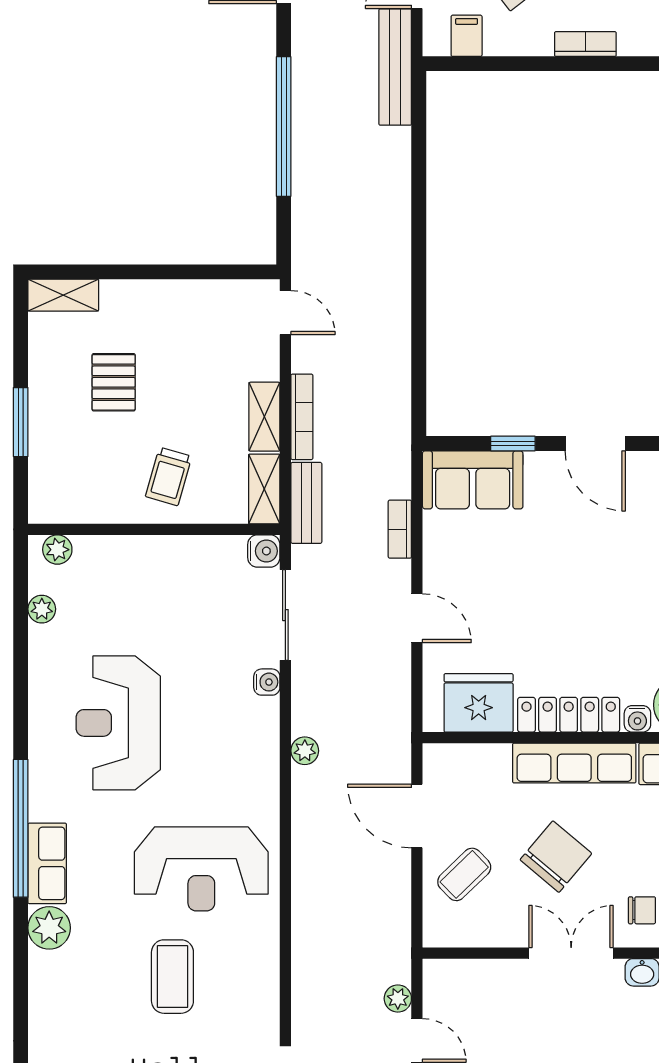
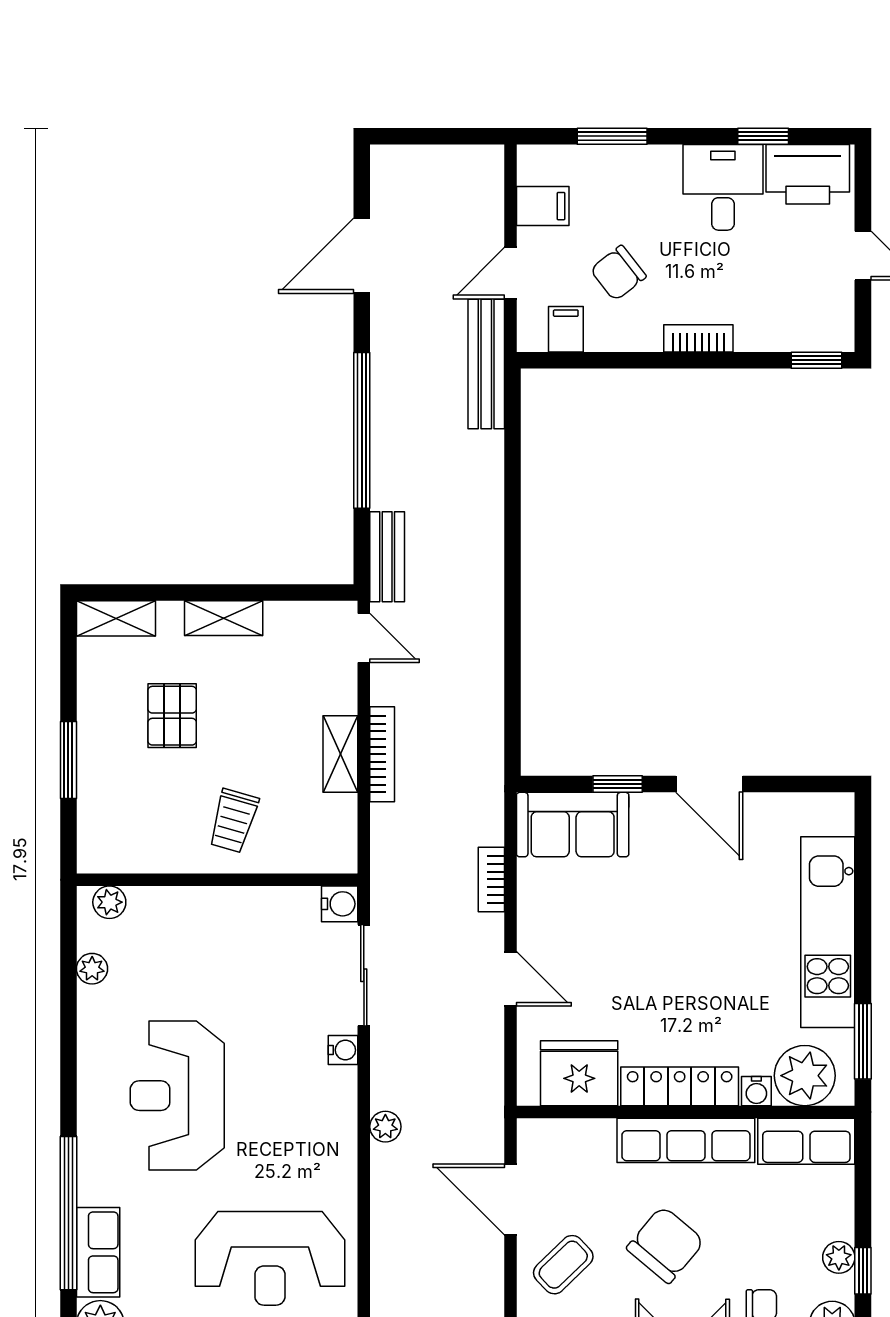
shelving: (264, 489) -> (224, 618), moved, turned 90
bench: (306, 503) -> (387, 557), moved

